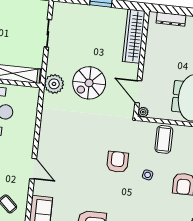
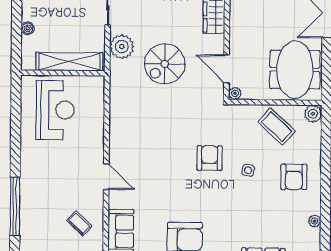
plant: (54, 84) -> (122, 47), moved
coffee table: (164, 139) -> (277, 127), moved, turned -47

